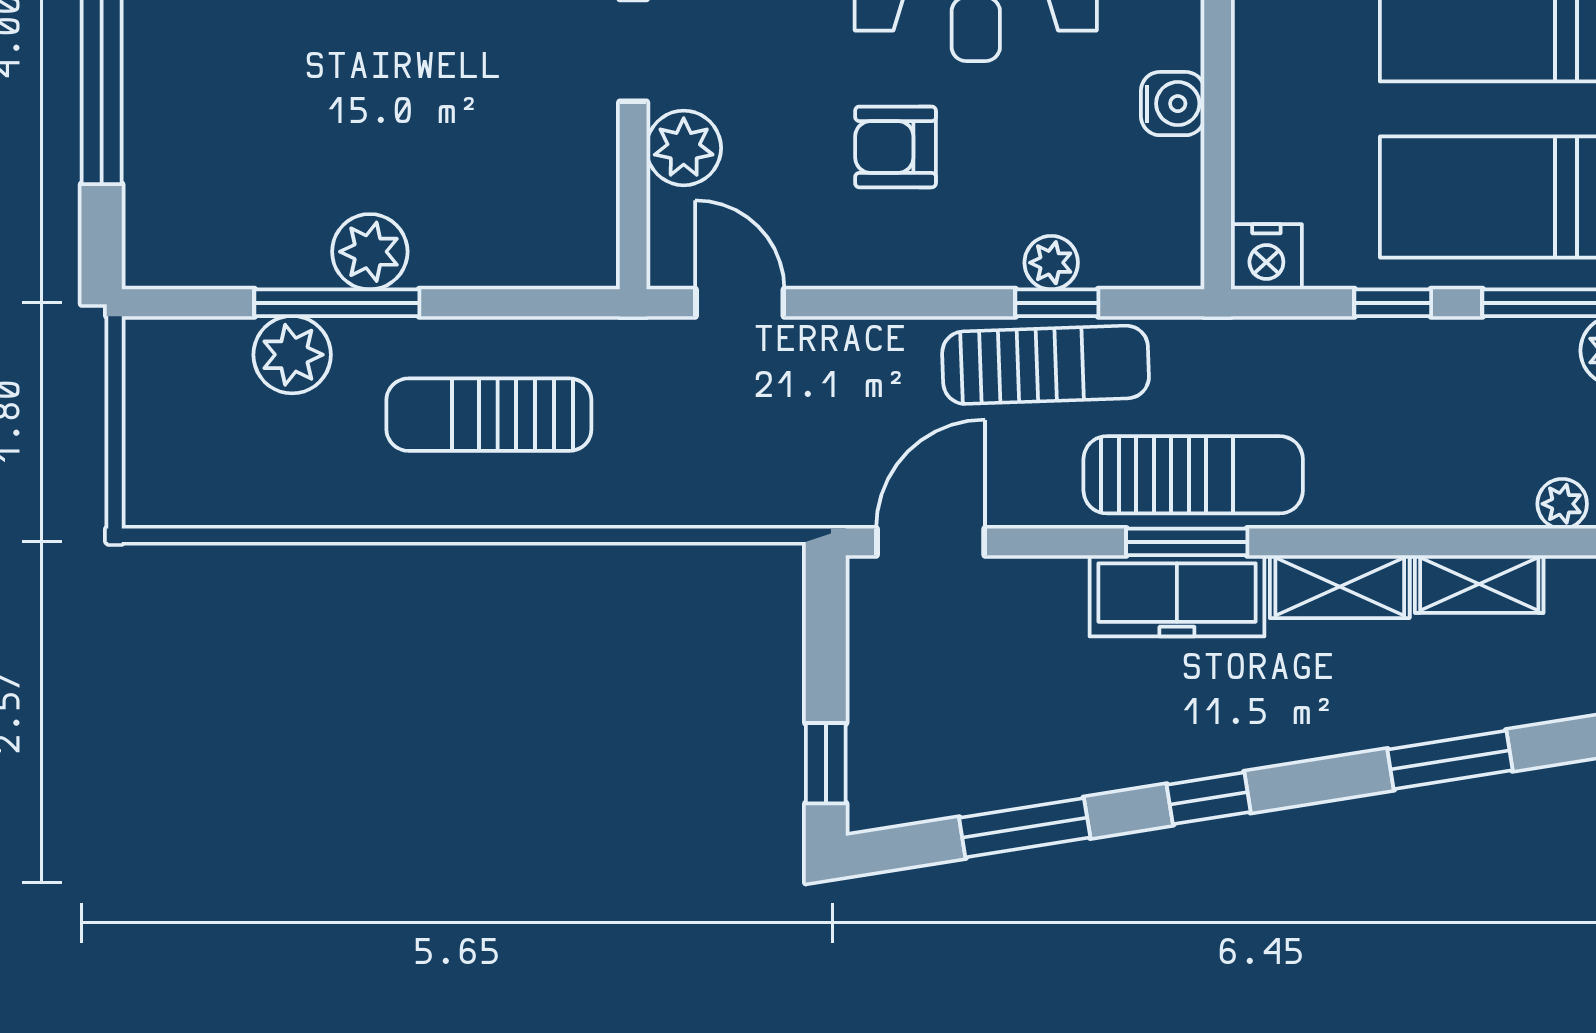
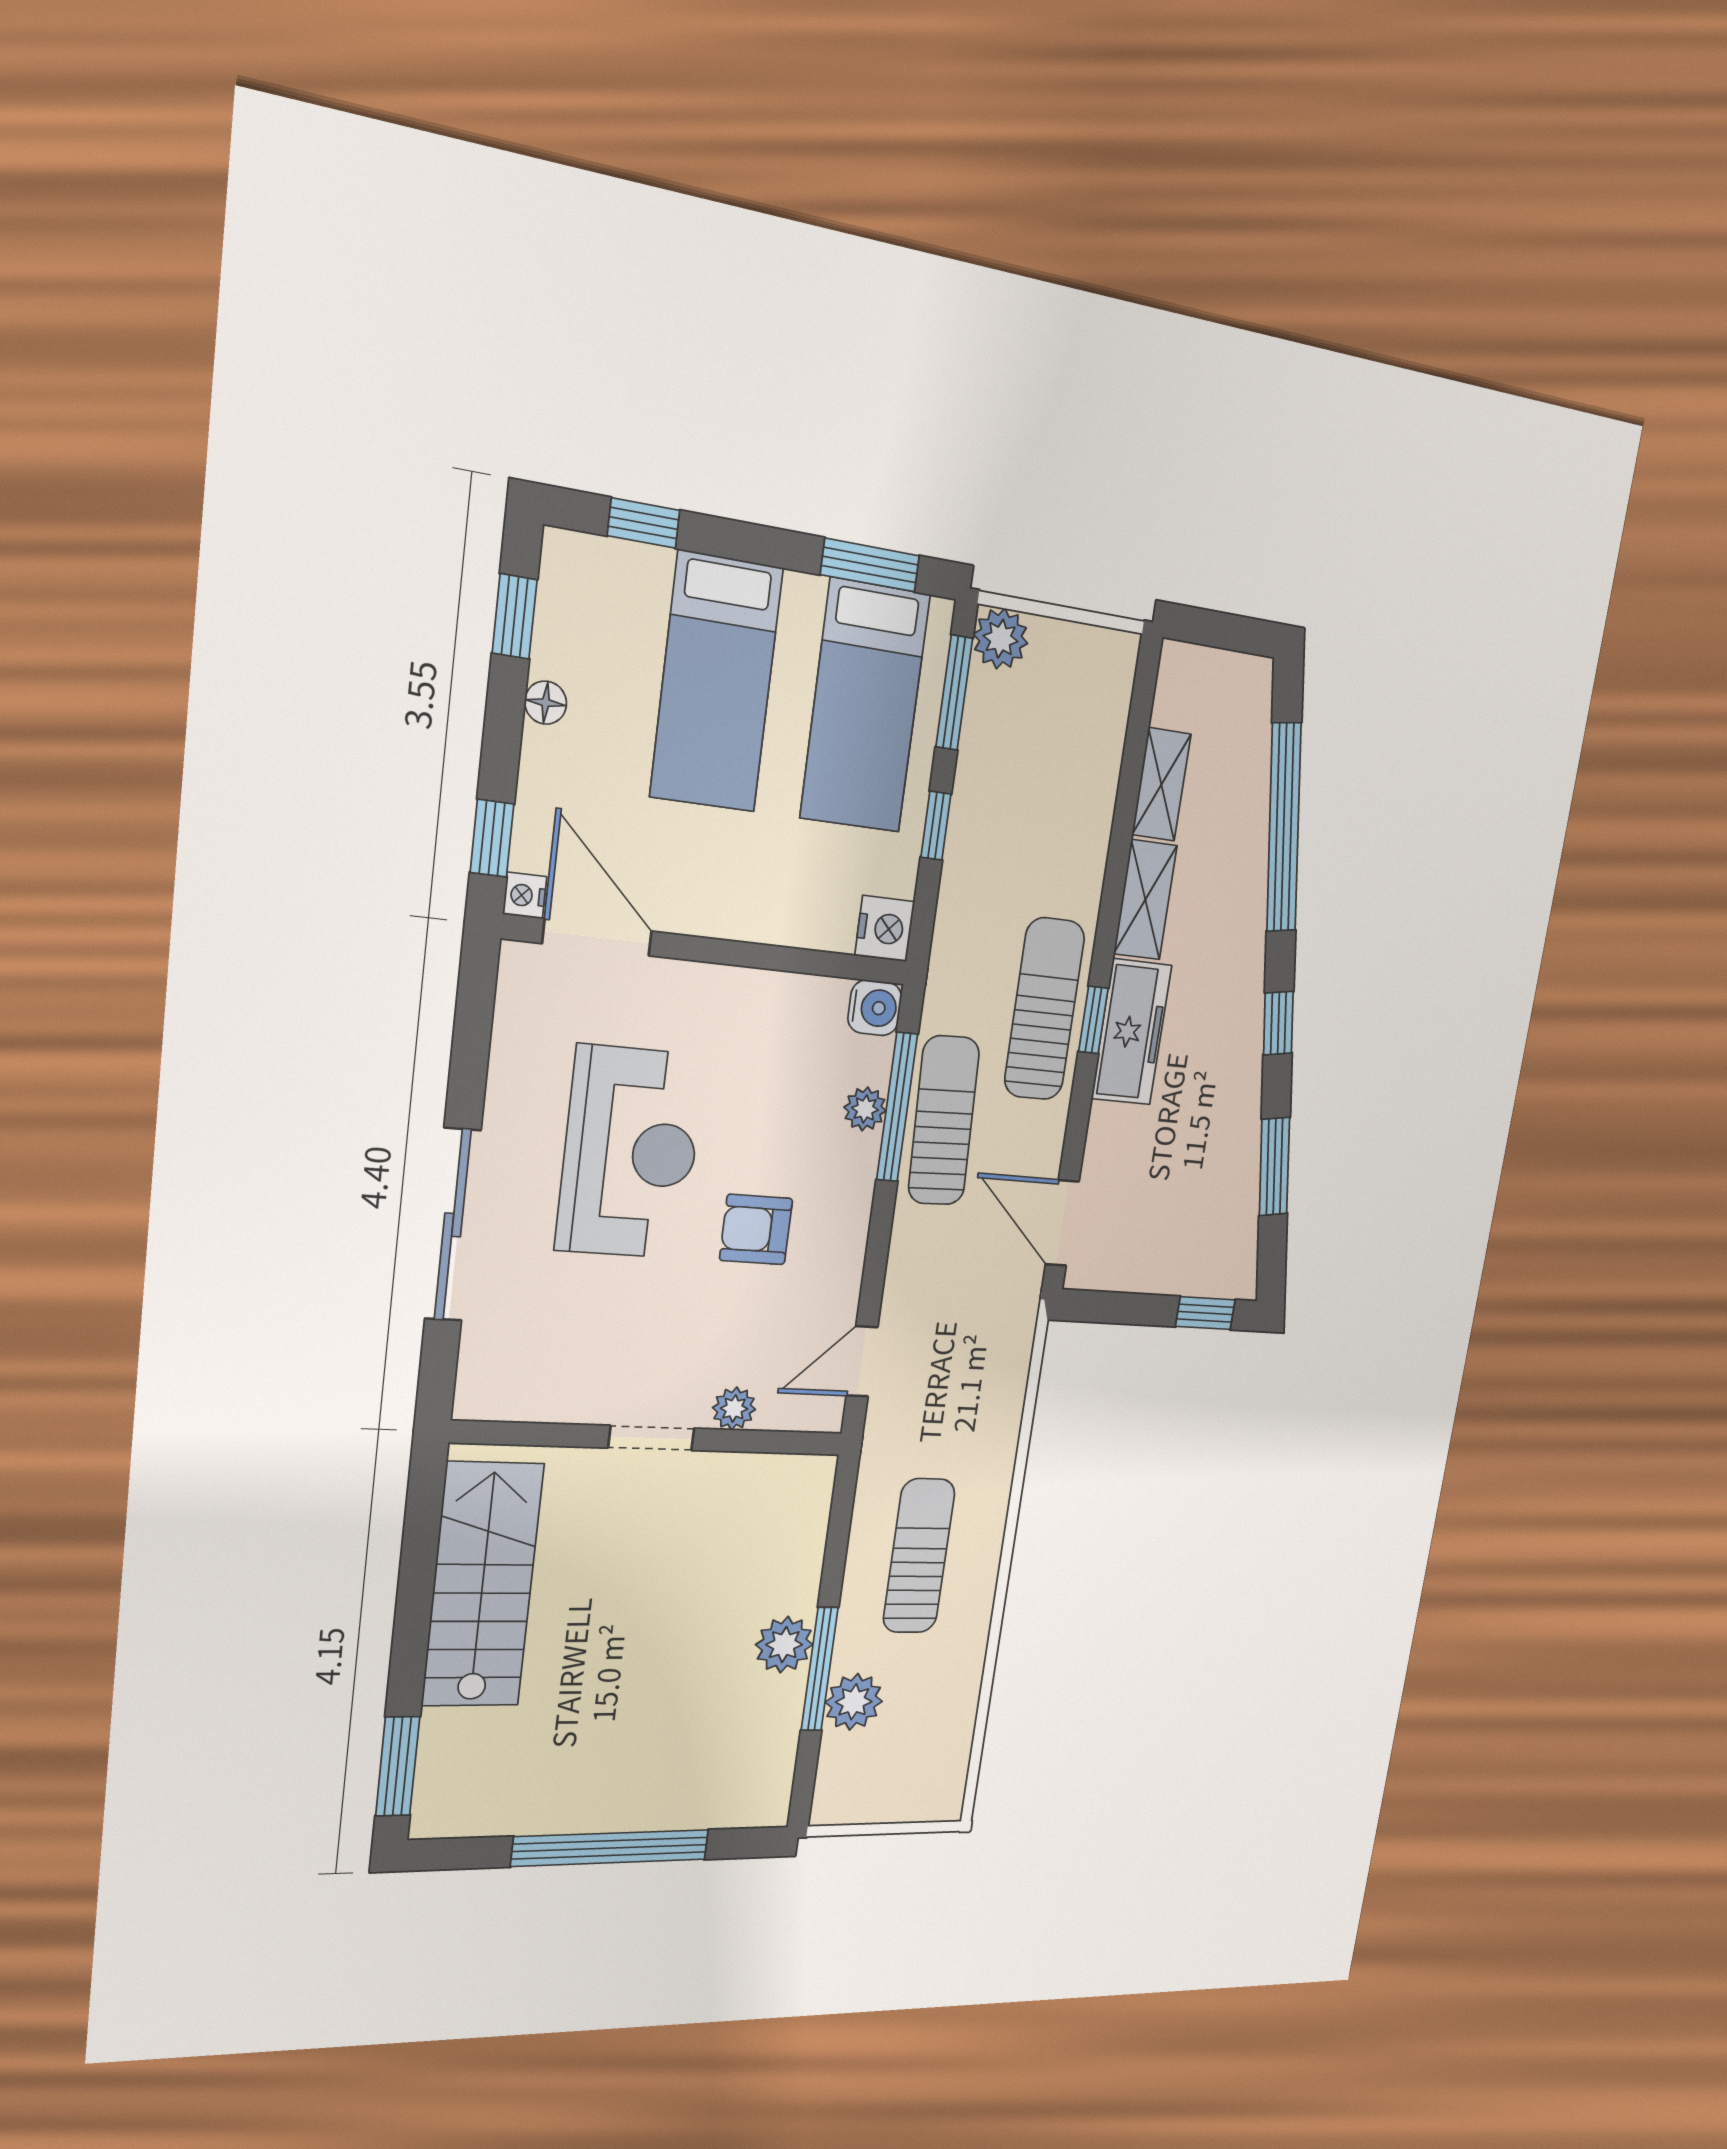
water cooler: (1173, 104) -> (875, 1008), moved, turned 90
armchair: (896, 147) -> (756, 1229), turned 90
plant: (684, 148) -> (734, 1409), width x0.73, depth x0.73
window: (1057, 303) -> (897, 1107), width x2.17
sun lounger: (489, 415) -> (919, 1556), turned 180
plant: (1562, 504) -> (1112, 705), removed
window: (1187, 542) -> (1093, 1020), width x0.67
window: (1450, 760) -> (1284, 828), width x2.11

